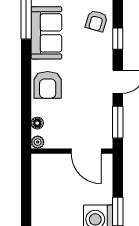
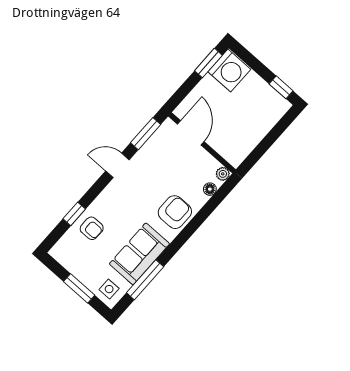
armchair: (96, 21) -> (92, 228), turned 74
window: (118, 39) -> (74, 214), moved

